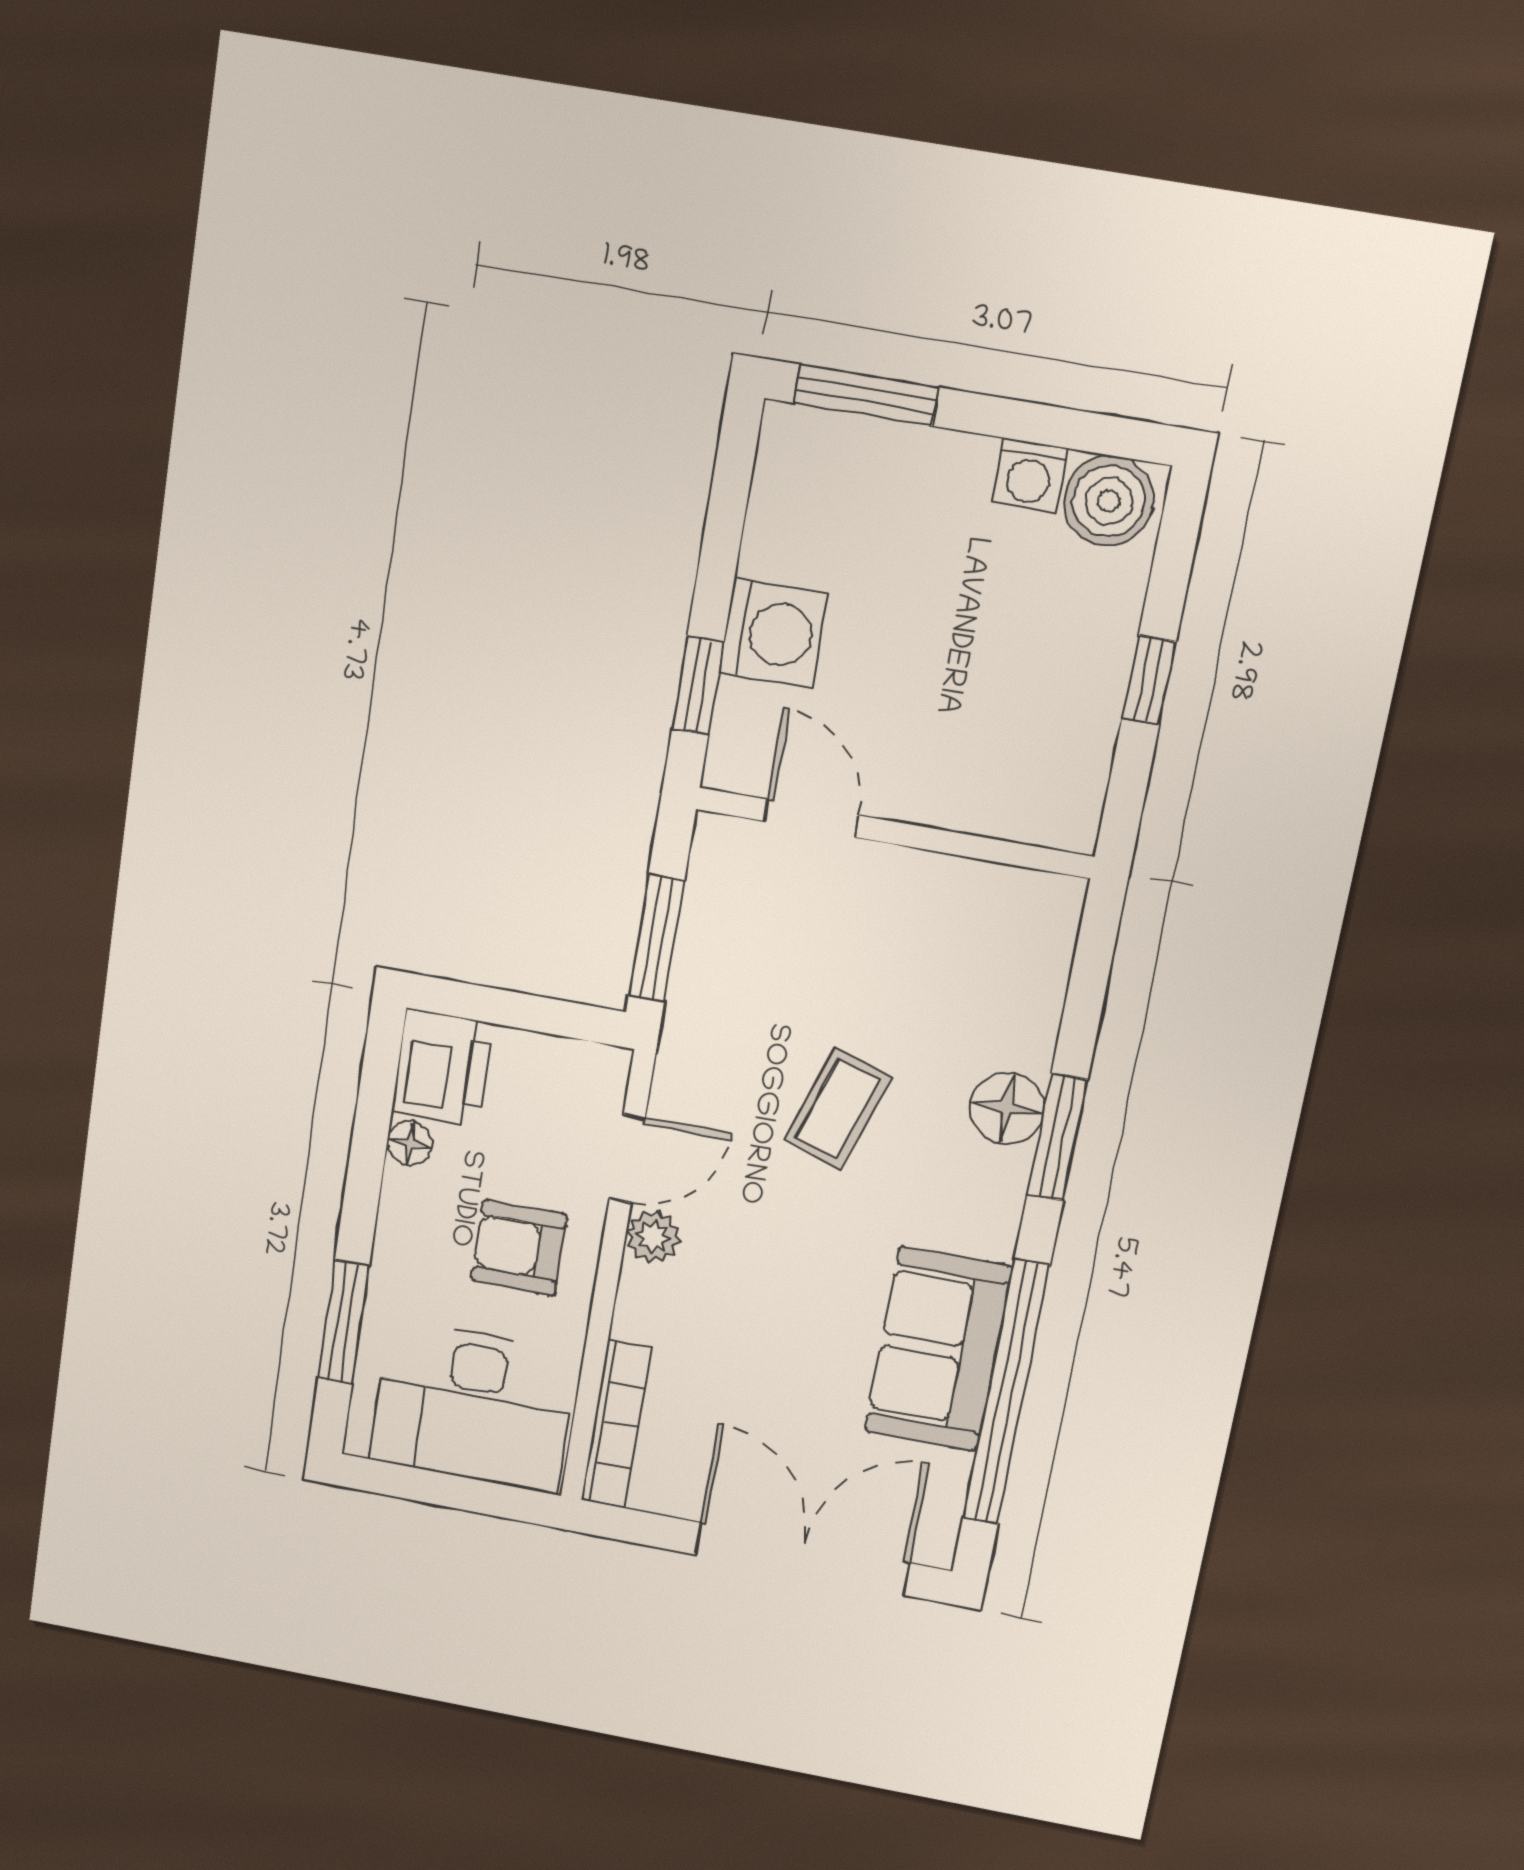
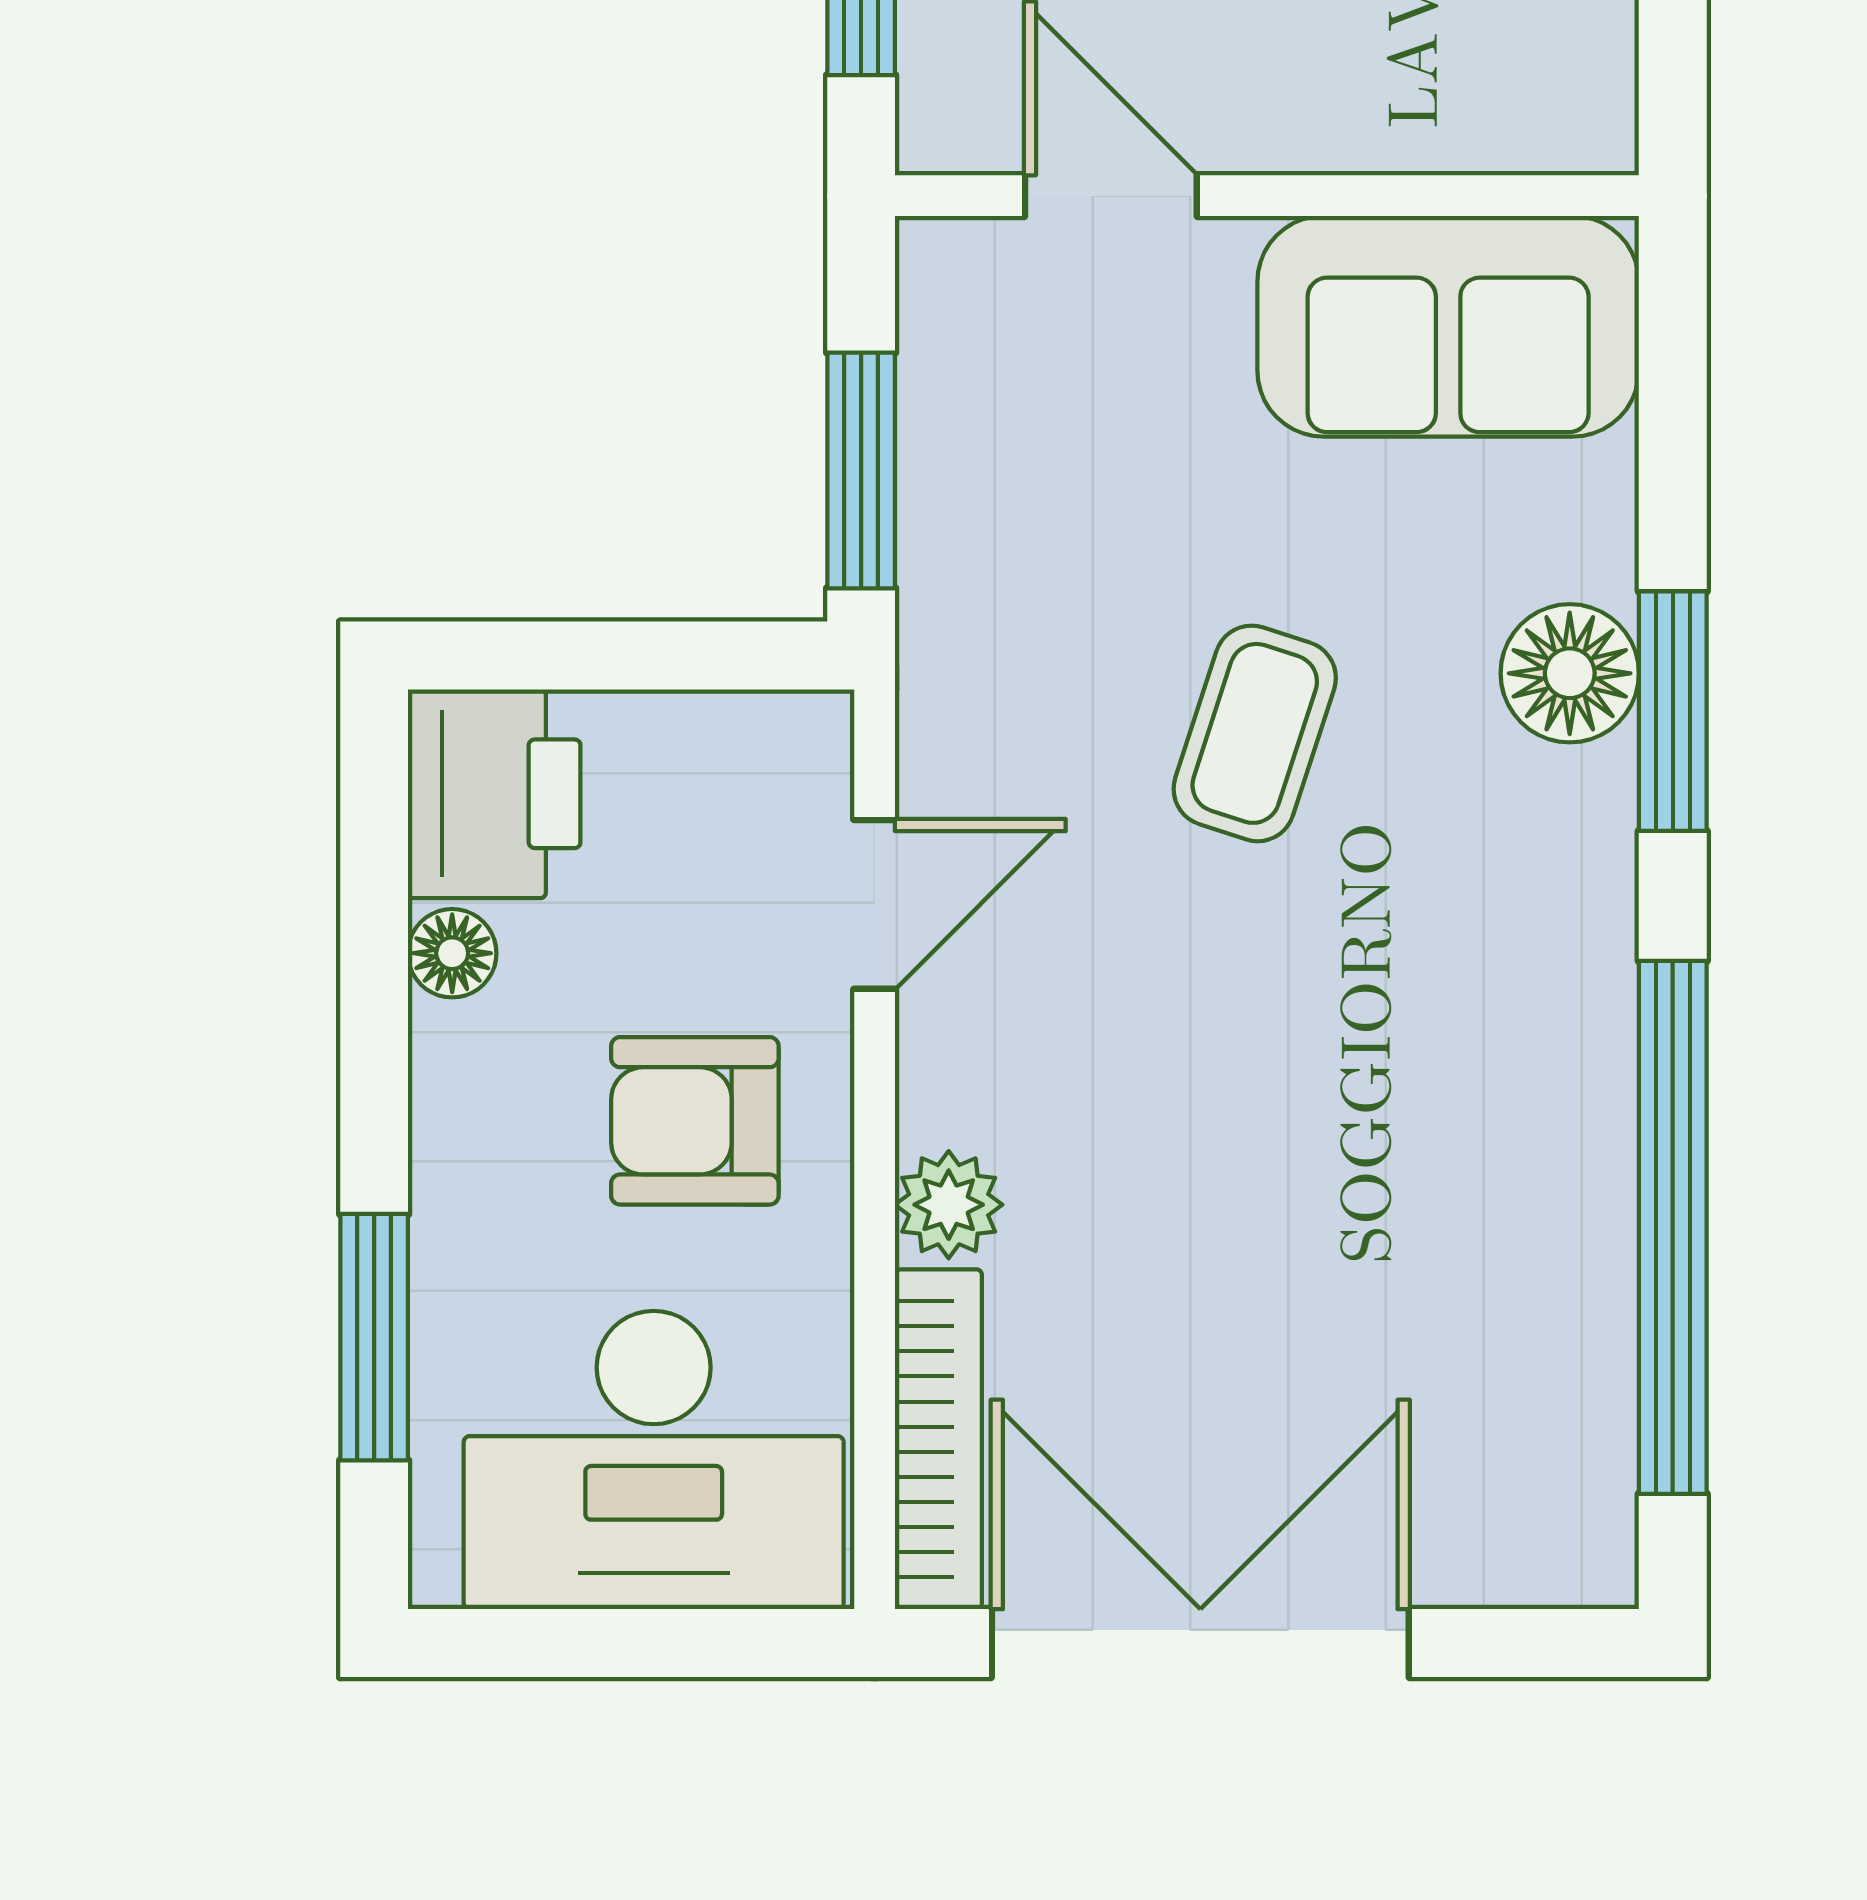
plant: (653, 1237) -> (949, 1205), moved
sofa: (938, 1349) -> (1448, 326), moved, turned -90
double door: (802, 1559) -> (1200, 1643), moved

